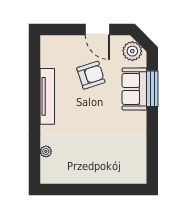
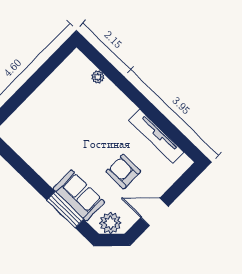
armchair: (91, 75) -> (123, 172), turned 108
tv unit: (47, 96) -> (156, 136), moved

